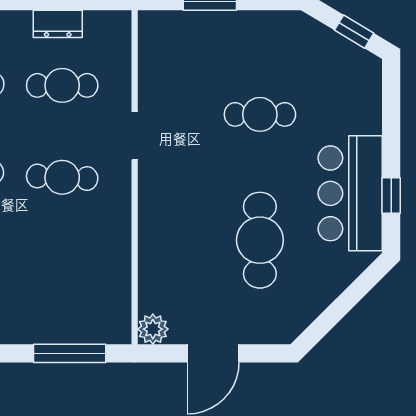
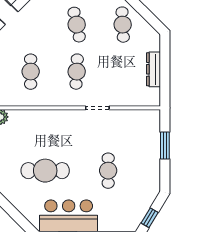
dresser: (58, 24) -> (153, 69), width x1.44
cafe table: (62, 85) -> (31, 72), moved

